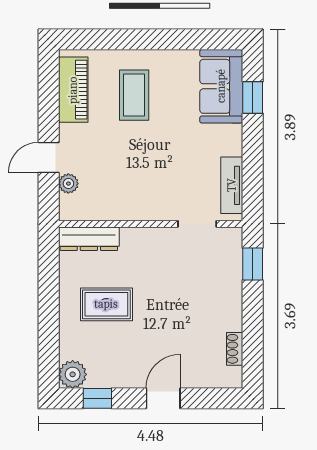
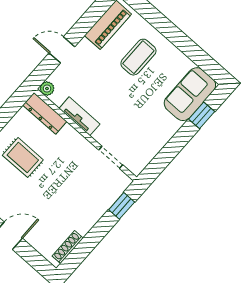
plant: (68, 184) -> (47, 89), moved
tv unit: (232, 185) -> (79, 116), moved, turned 90
shoe rack: (235, 349) -> (68, 247), width x1.43

